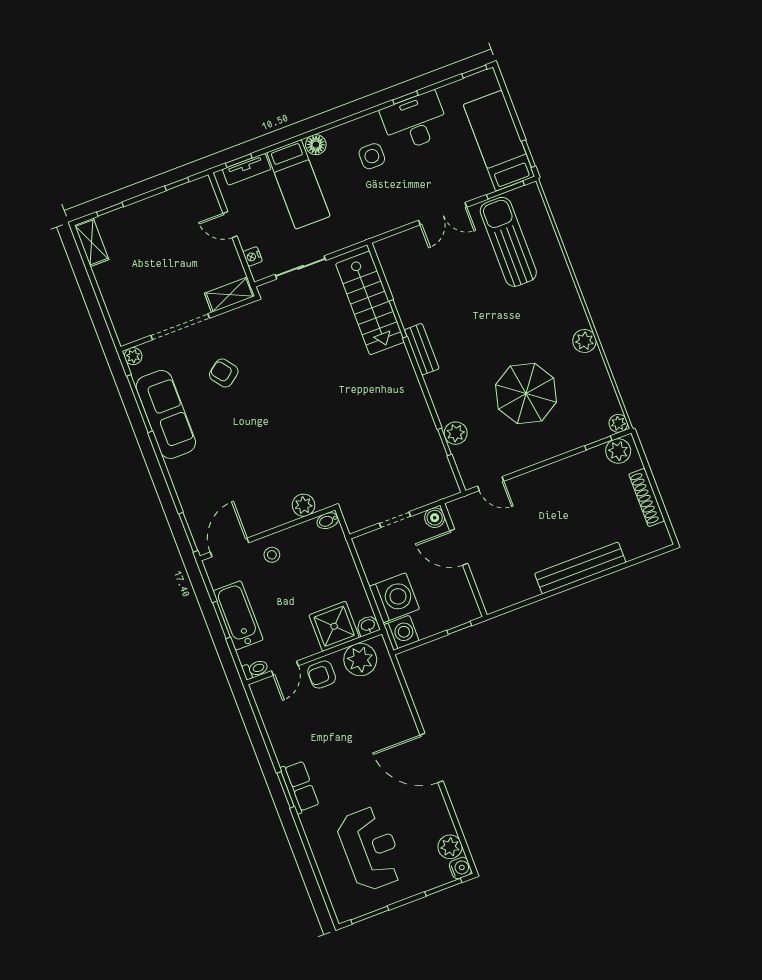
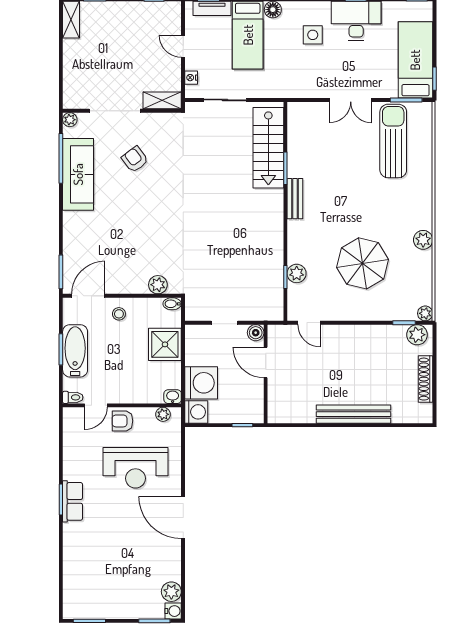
shower: (334, 626) -> (165, 344), moved
plant: (360, 660) -> (163, 414), width x0.53, depth x0.53
reception desk: (370, 849) -> (135, 468), moved, turned 90

